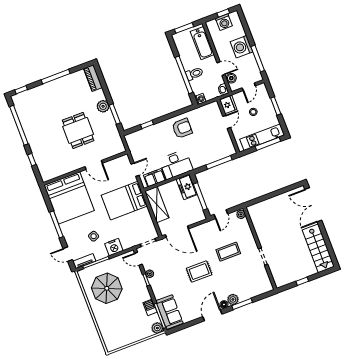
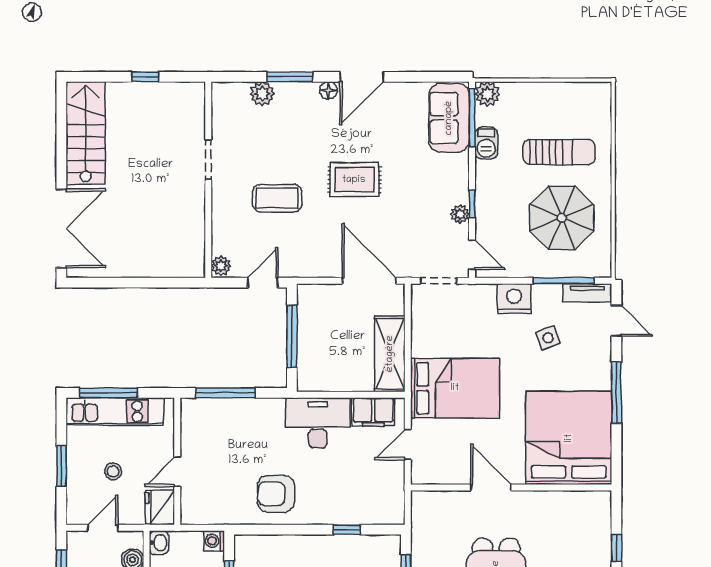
freezer: (187, 187) -> (313, 367), removed
plant: (233, 299) -> (262, 94), moved
sun lounger: (118, 315) -> (559, 152), added

